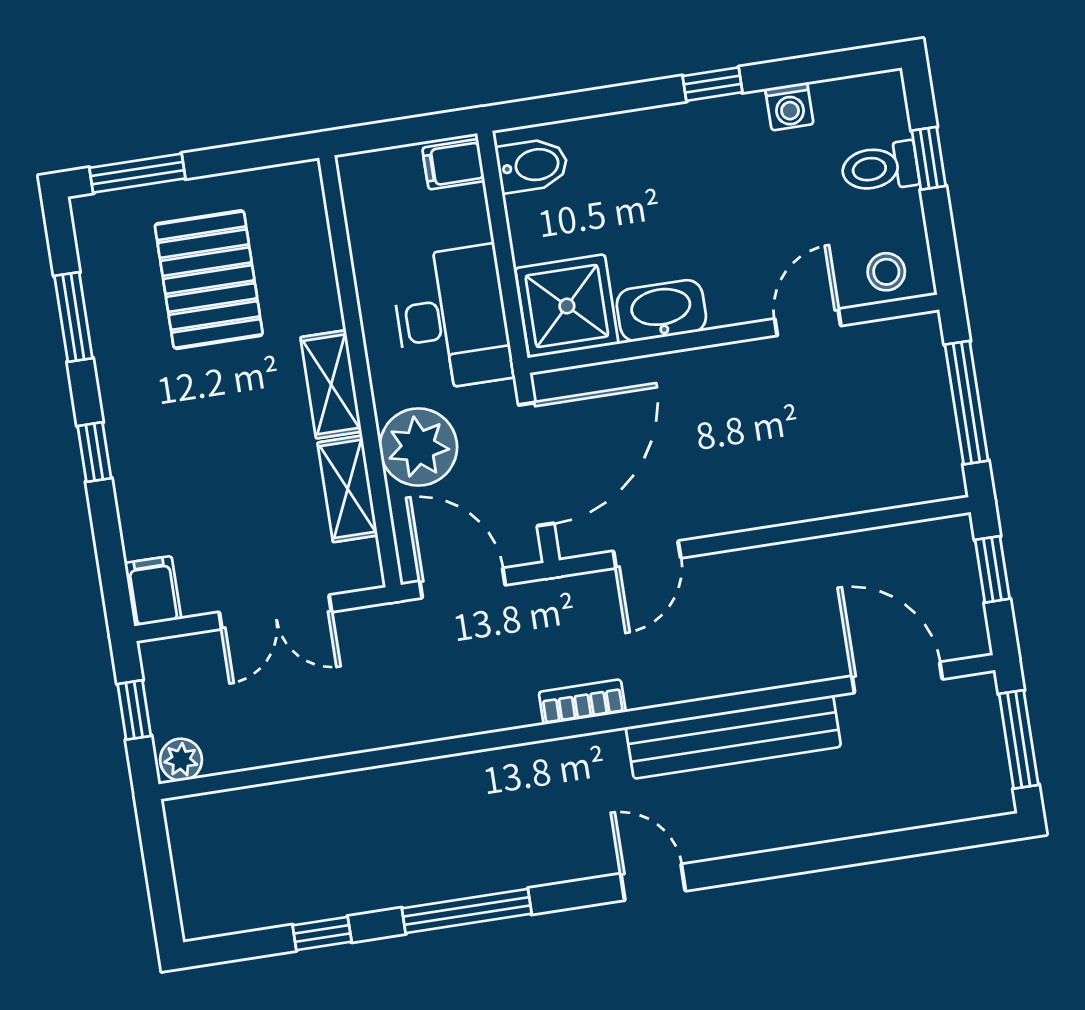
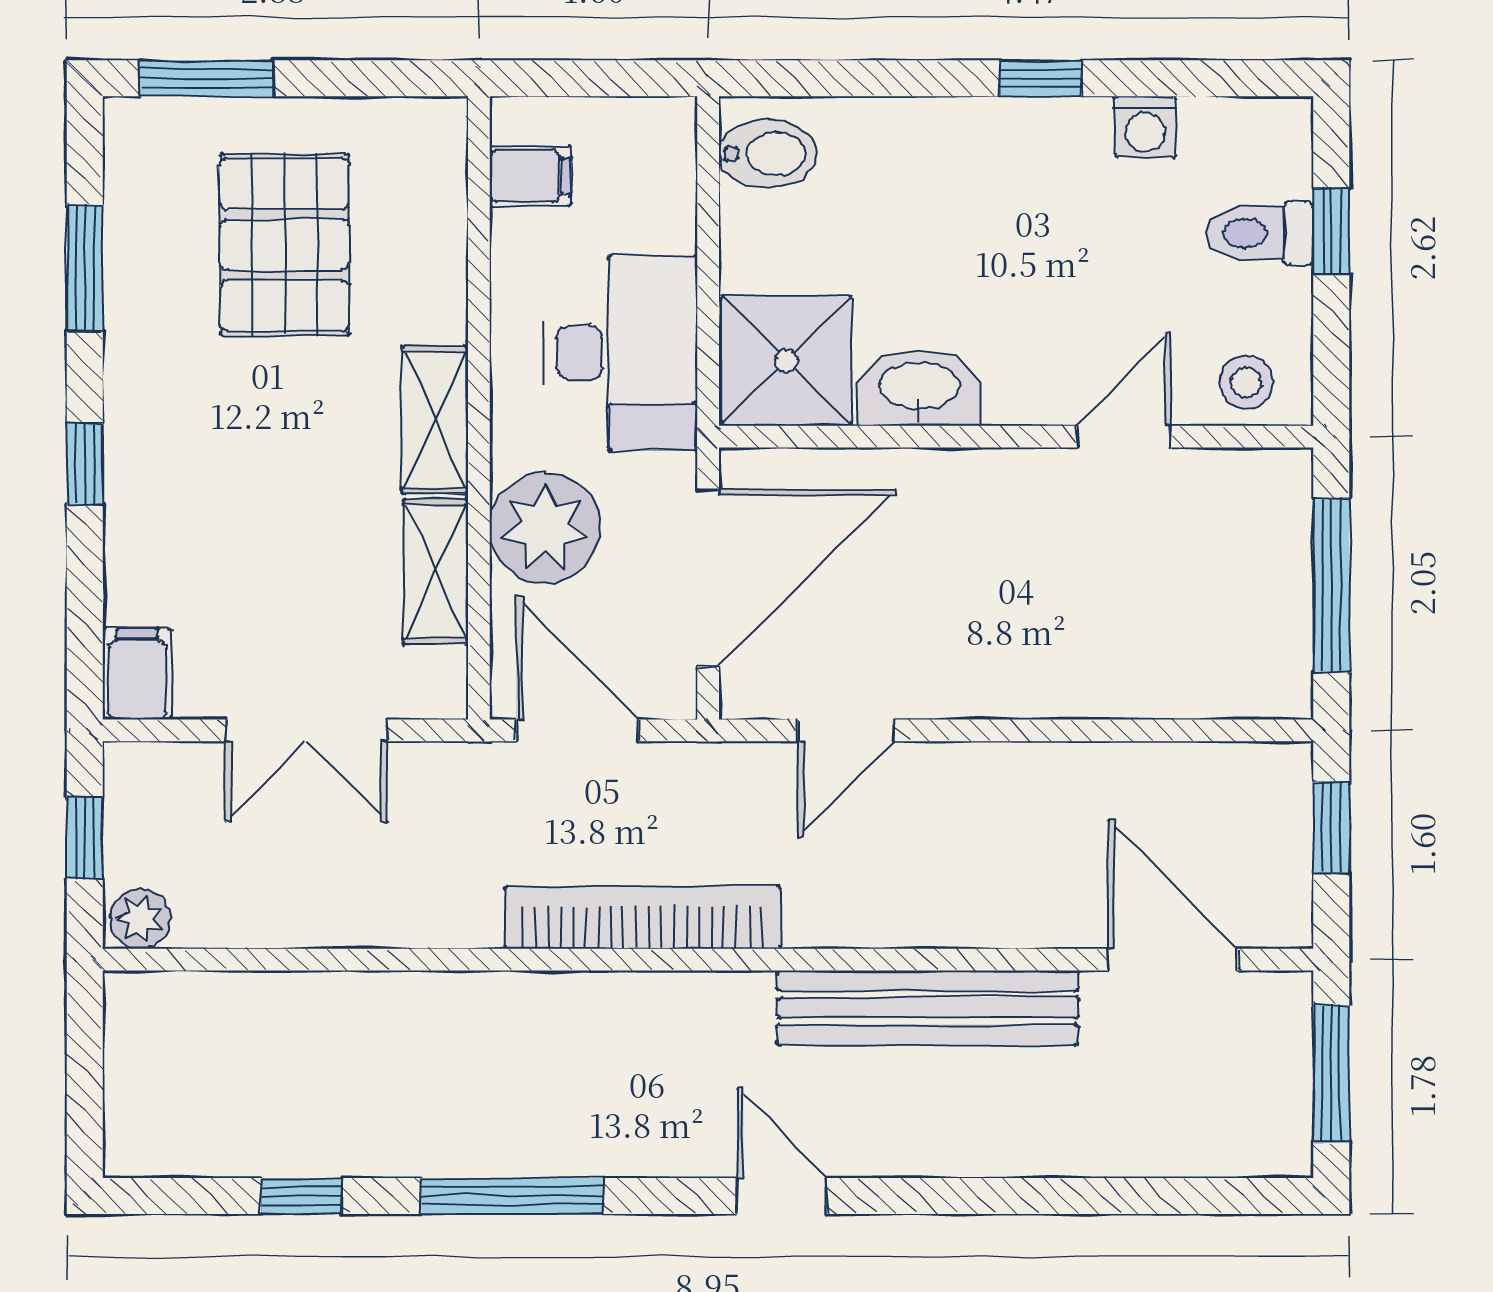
filing cabinet: (453, 164) -> (530, 176), moved, turned 180
bookcase: (582, 702) -> (643, 917), width x2.31, depth x1.31

